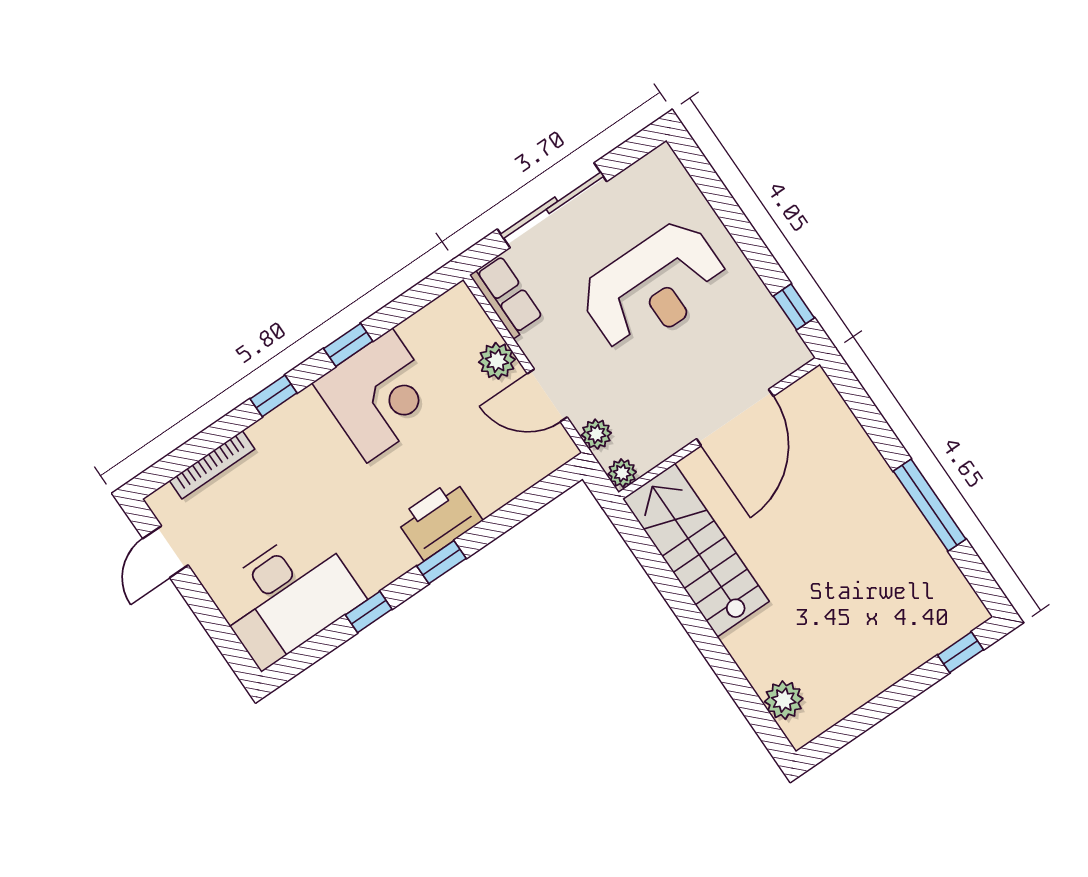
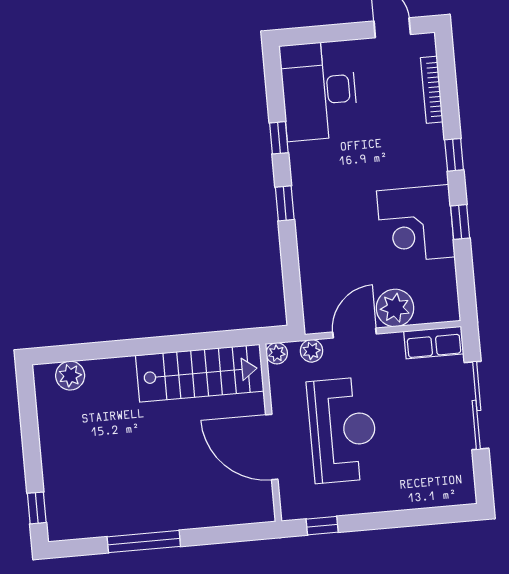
reception desk: (654, 287) -> (343, 430), moved, turned 180
plant: (497, 361) -> (395, 308), width x1.36, depth x1.36
printer: (439, 520) -> (313, 217), removed

